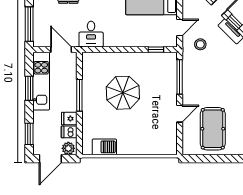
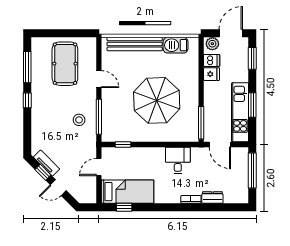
desk: (91, 34) -> (178, 160), moved
stool: (200, 44) -> (79, 120), moved
parasol: (123, 93) -> (157, 100), width x1.36, depth x1.36
window: (79, 95) -> (201, 123), moved
door: (180, 114) -> (99, 79), swing flipped
bench: (144, 148) -> (135, 44), added

